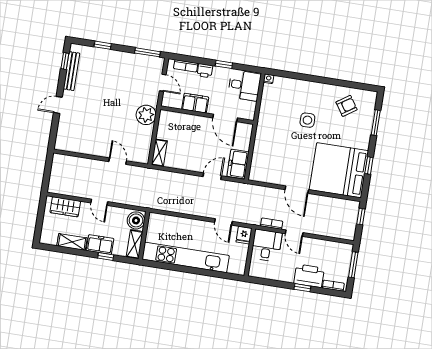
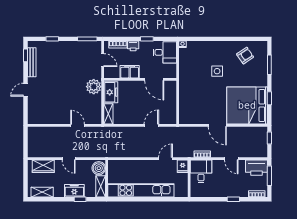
freezer: (238, 164) -> (111, 92), moved, turned 180
door: (223, 222) -> (165, 159), swing flipped
door: (294, 233) -> (231, 159), moved
shelving: (72, 242) -> (42, 192), moved
printer: (309, 276) -> (256, 168), moved, turned 180

